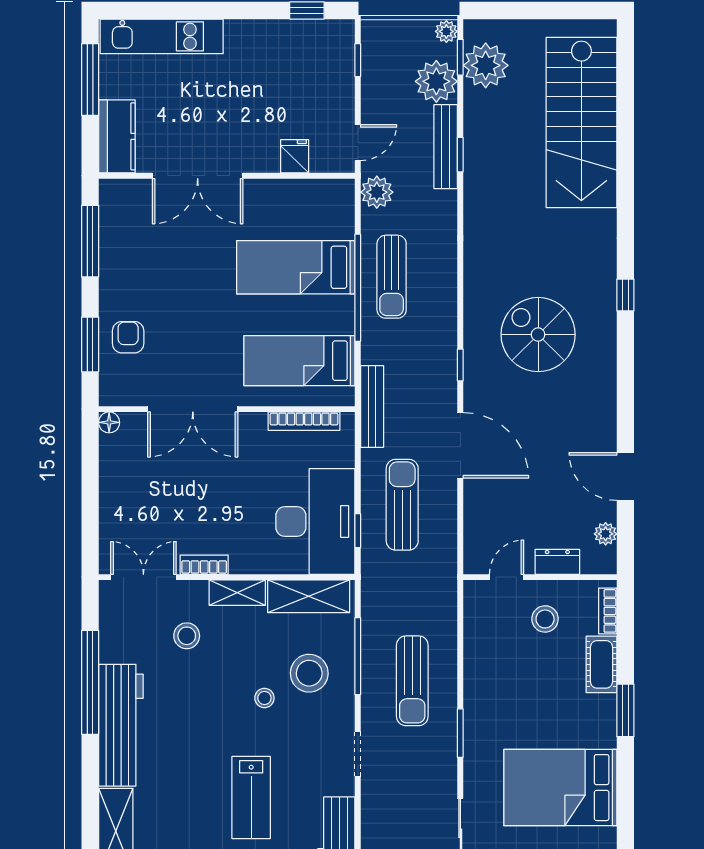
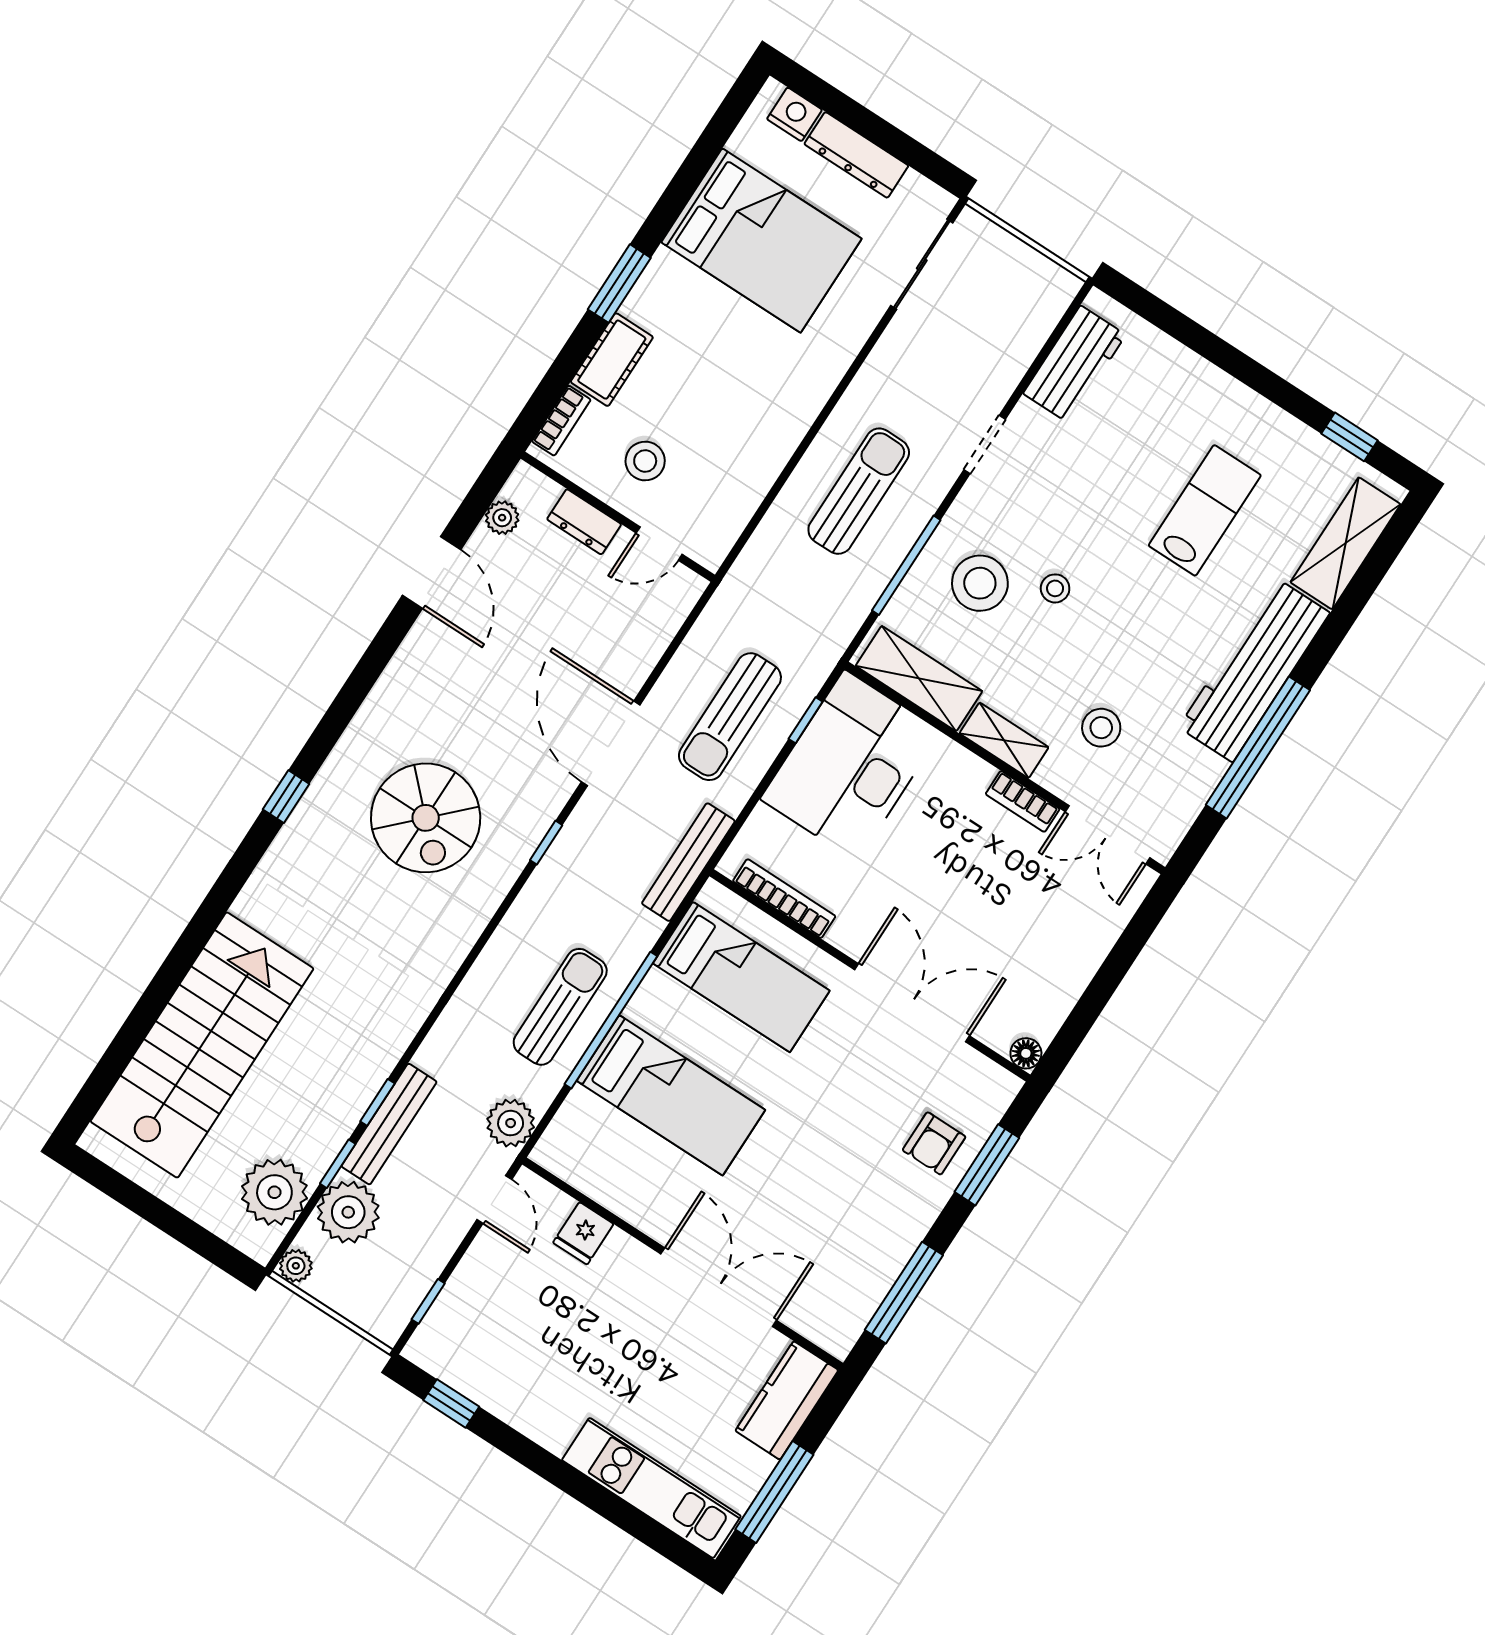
window: (460, 57) -> (338, 1164), moved
door: (358, 143) -> (494, 1200), swing flipped
window: (460, 733) -> (841, 388), removed
lab bench: (251, 798) -> (1205, 510), moved

